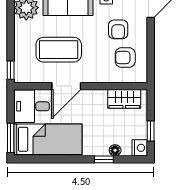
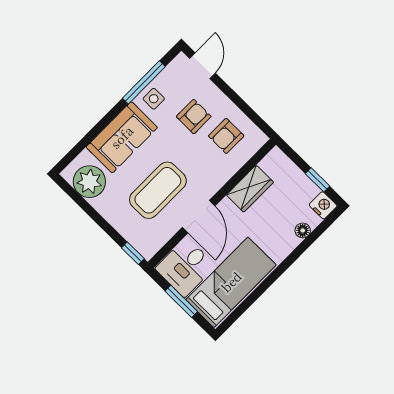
armchair: (118, 29) -> (194, 117), turned -90
wardrobe: (124, 99) -> (250, 189), moved
window: (11, 138) -> (181, 301), moved
window: (104, 159) -> (301, 249), removed

